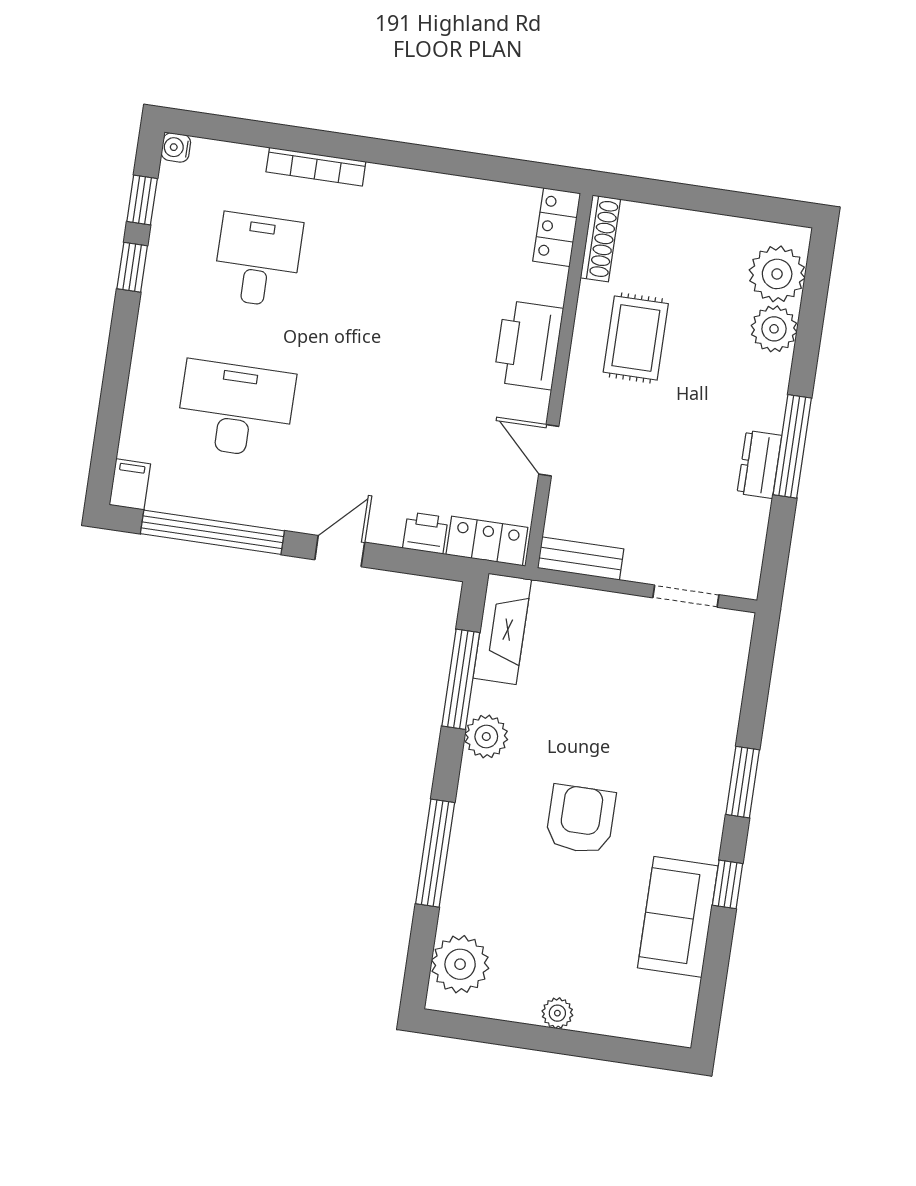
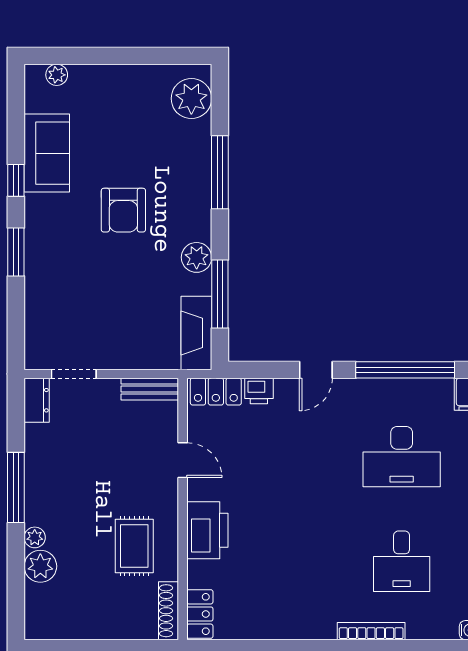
plant: (777, 274) -> (35, 537), moved, width x0.53, depth x0.53
dresser: (759, 464) -> (37, 400), moved
plant: (557, 1013) -> (57, 75), moved

